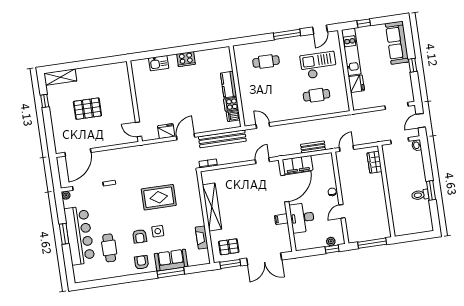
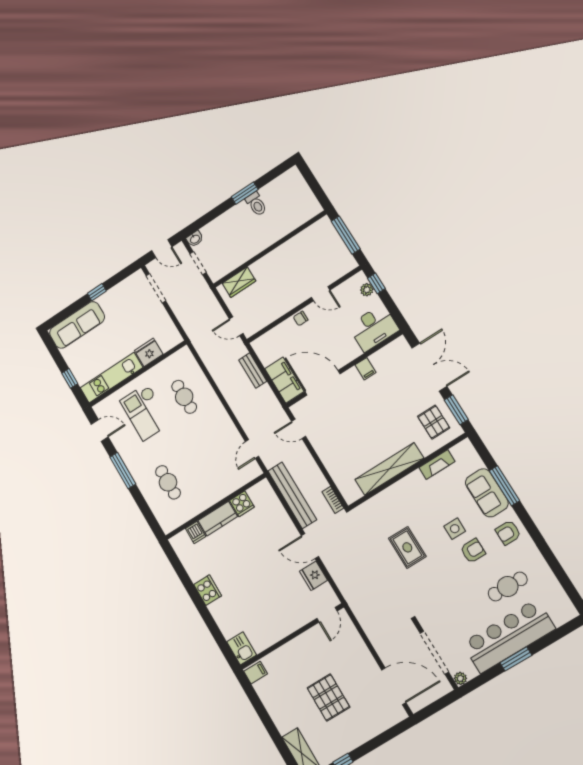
kitchen sink: (159, 63) -> (242, 648), moved
filing cabinet: (122, 69) -> (256, 673), added
dishwasher: (233, 116) -> (196, 532), moved
rug: (159, 197) -> (407, 547), width x0.73, depth x0.70
desk: (302, 218) -> (374, 328), moved

